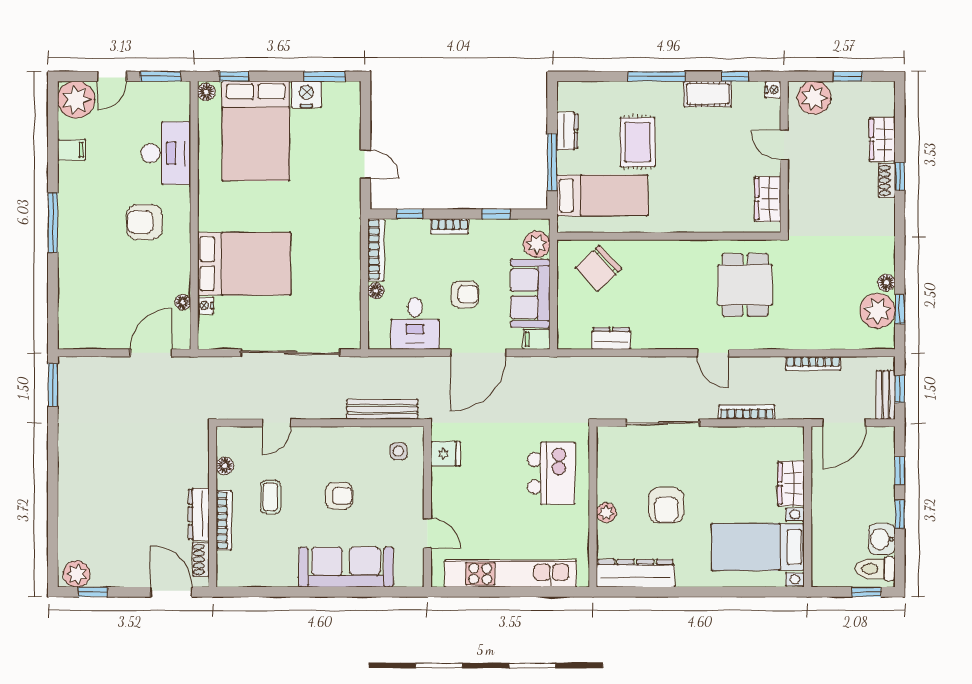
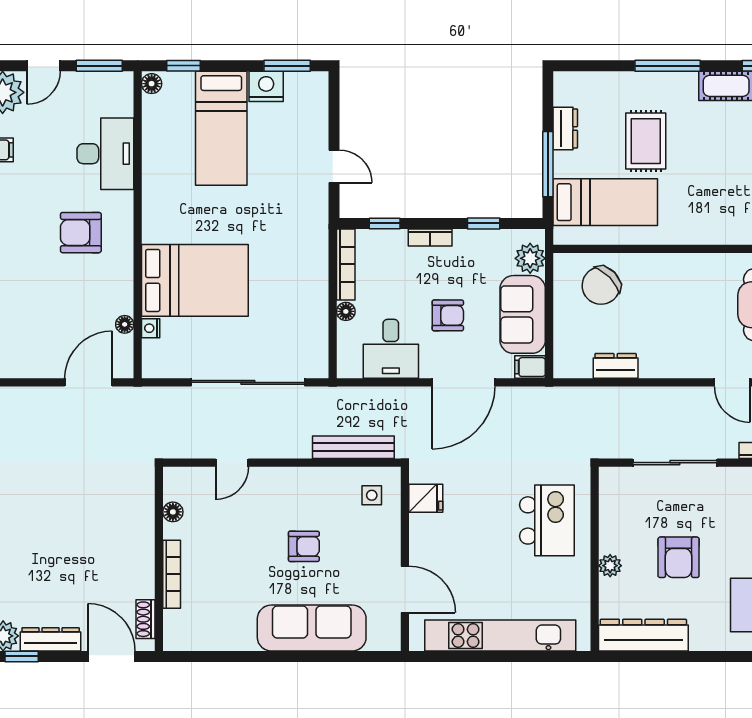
bed: (256, 131) -> (221, 128), width x0.67
coffee table: (270, 497) -> (225, 548), removed
dresser: (199, 514) -> (51, 639), moved, turned 90
door: (427, 533) -> (405, 589), width x1.38

